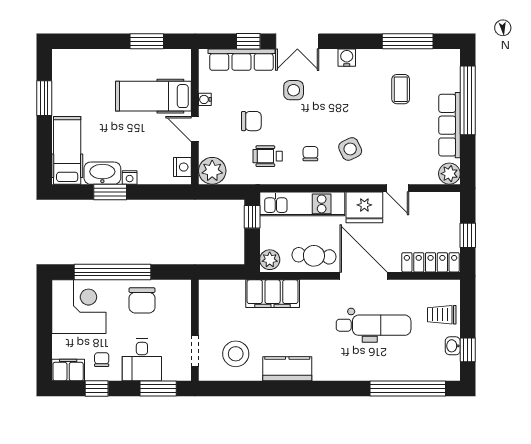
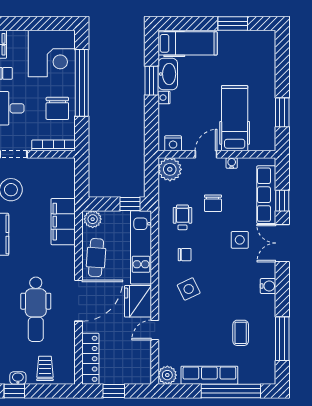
coffee table: (401, 89) -> (241, 333), turned 90
chair: (142, 300) -> (57, 108), turned -90
bookcase: (185, 305) -> (54, 145), added

